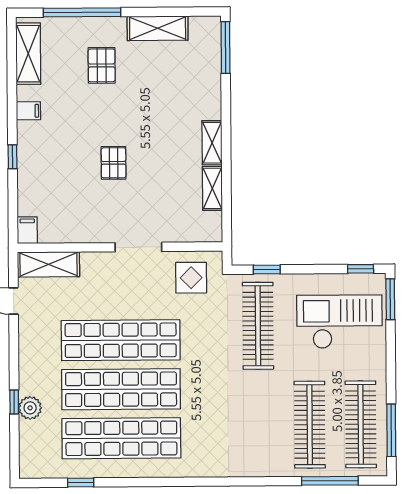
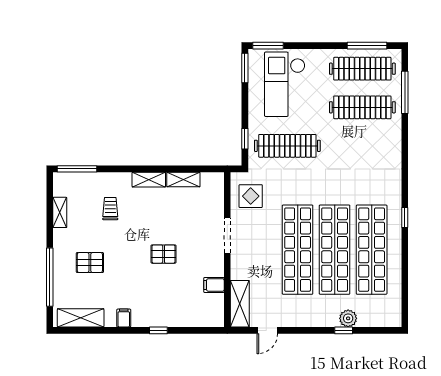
shelving: (158, 28) -> (60, 212), width x0.67, depth x0.75
trolley: (173, 92) -> (110, 209), added
filing cabinet: (27, 230) -> (214, 285), moved
window: (361, 269) -> (245, 68), width x1.50
window: (81, 483) -> (405, 217), moved

